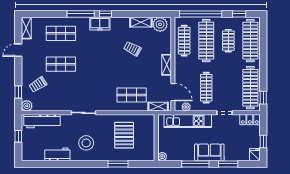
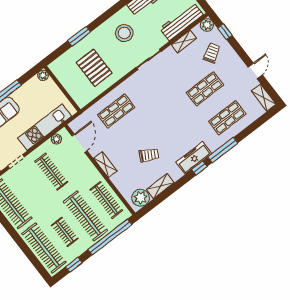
freezer: (100, 24) -> (194, 158), width x1.40
door: (173, 92) -> (80, 143), swing flipped
shelving: (158, 107) -> (184, 41), moved

